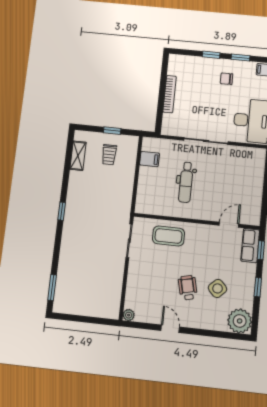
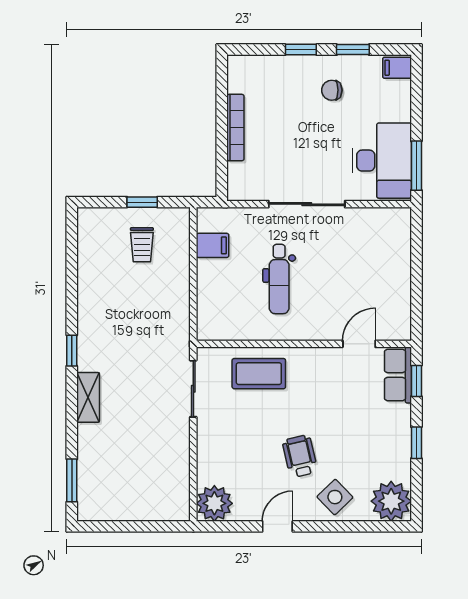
shelving: (78, 156) -> (88, 397), moved
side table: (218, 288) -> (335, 497), moved
plant: (129, 315) -> (214, 503), width x1.87, depth x1.87
door: (170, 329) -> (277, 526), hinge flipped

